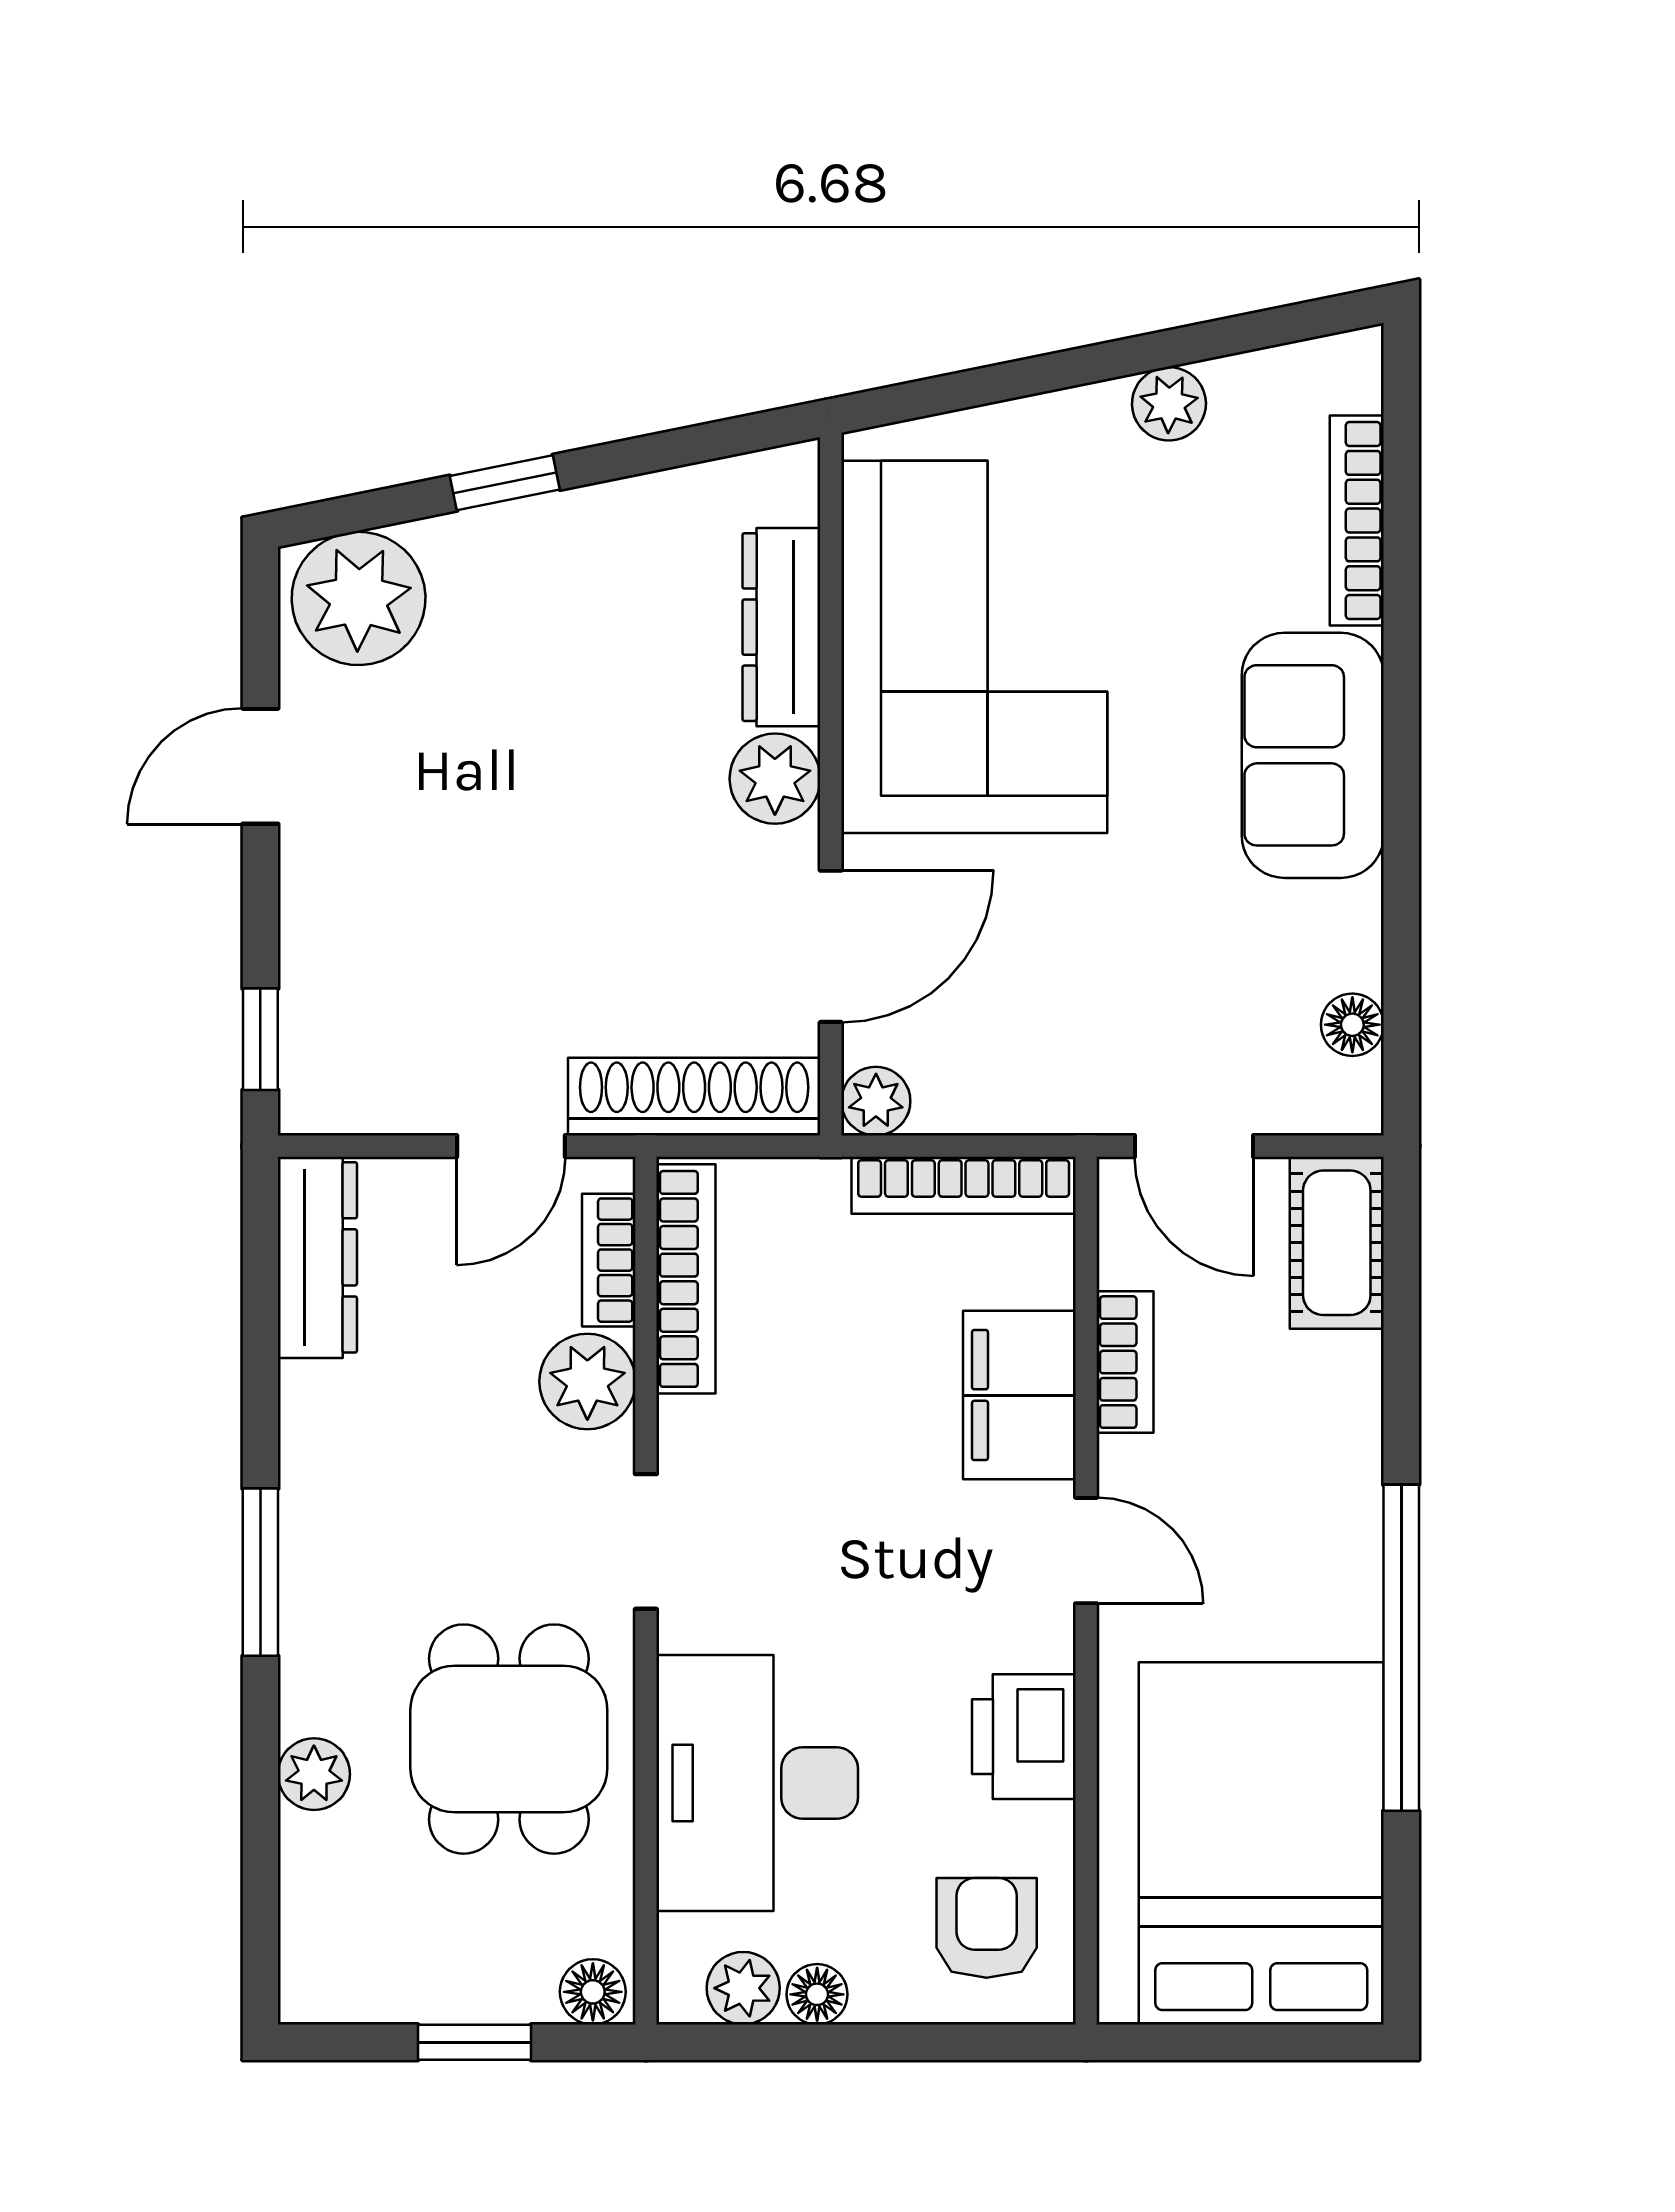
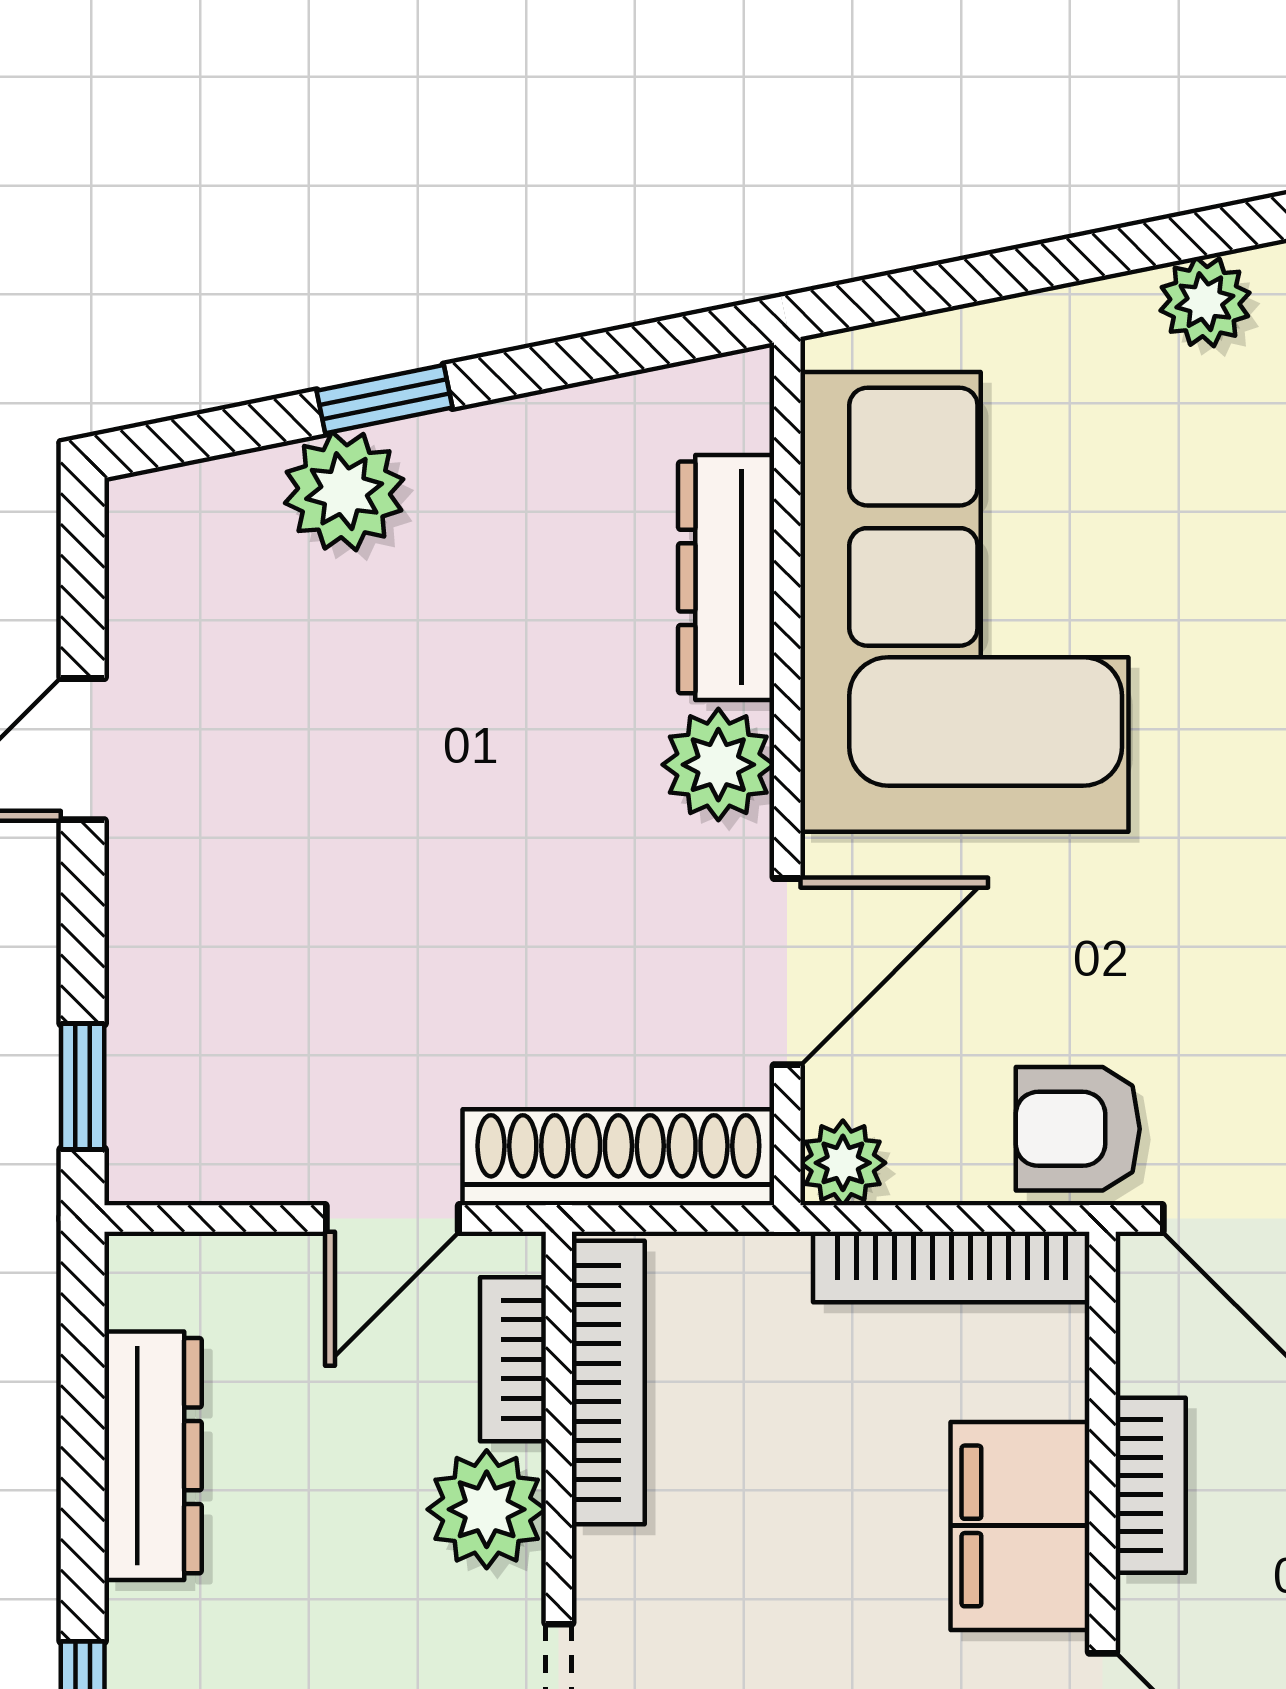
plant: (359, 598) -> (344, 491), moved, width x0.73, depth x0.73
armchair: (1066, 1074) -> (1078, 1129), added
dresser: (317, 1257) -> (153, 1456), moved

